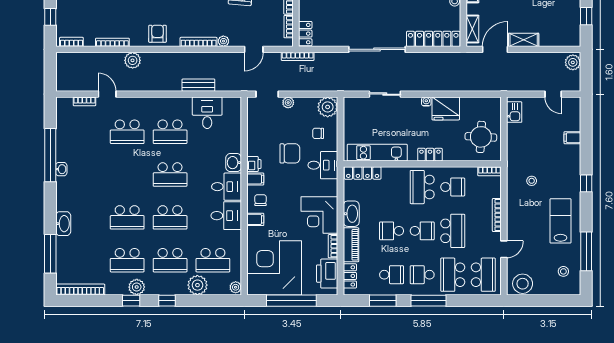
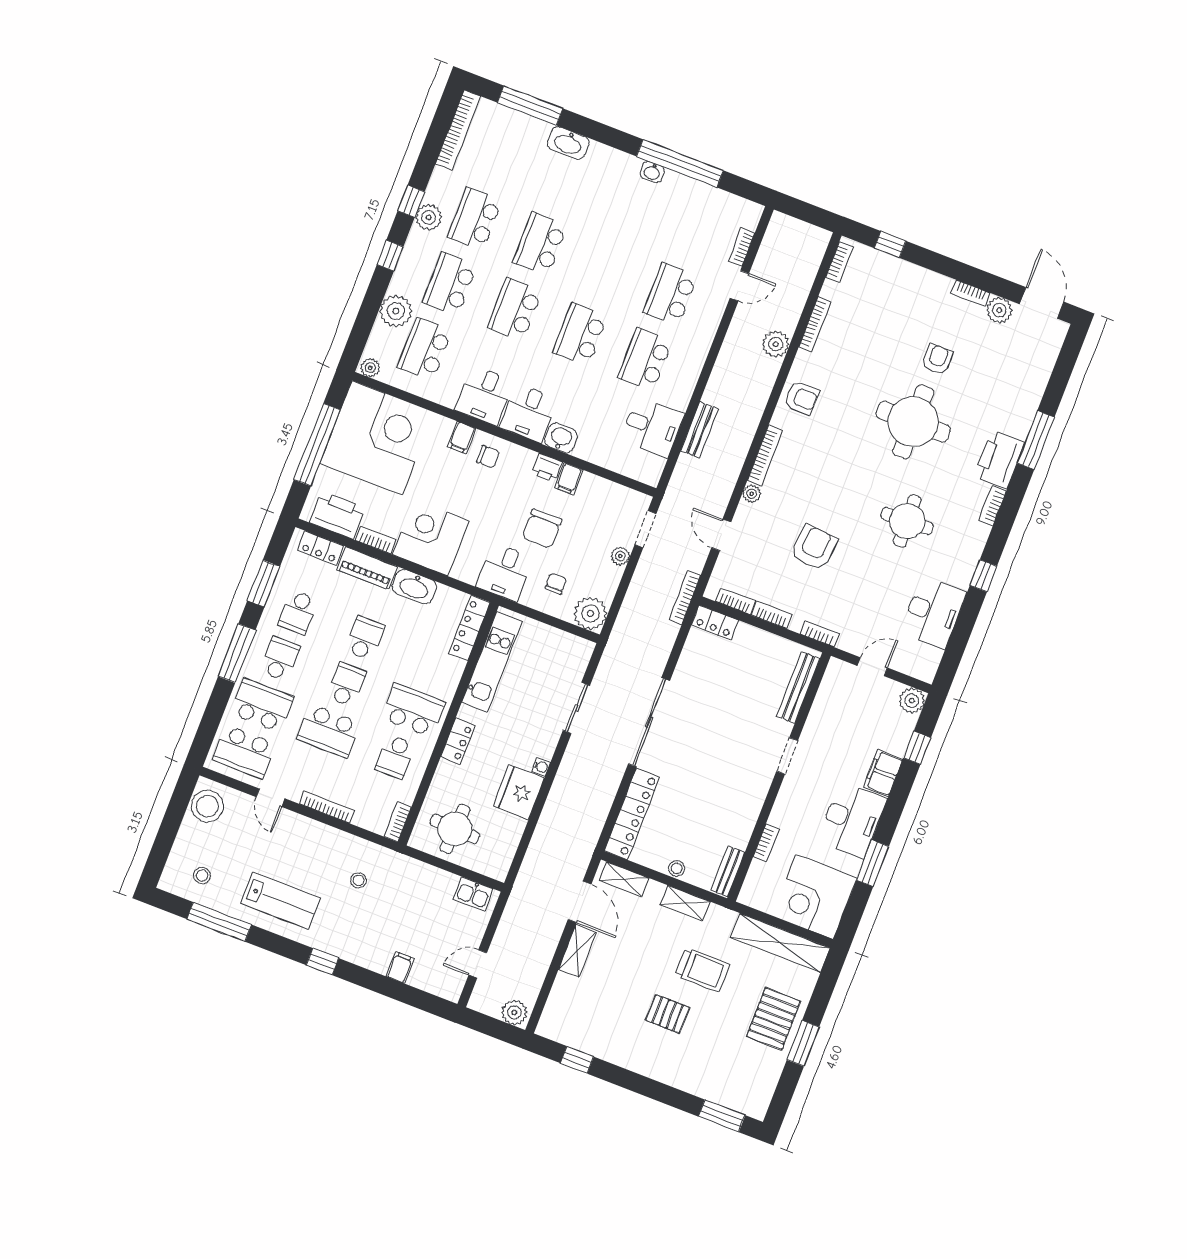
filing cabinet: (255, 179) -> (569, 479), moved
school desk: (422, 231) -> (347, 685), turned 180

